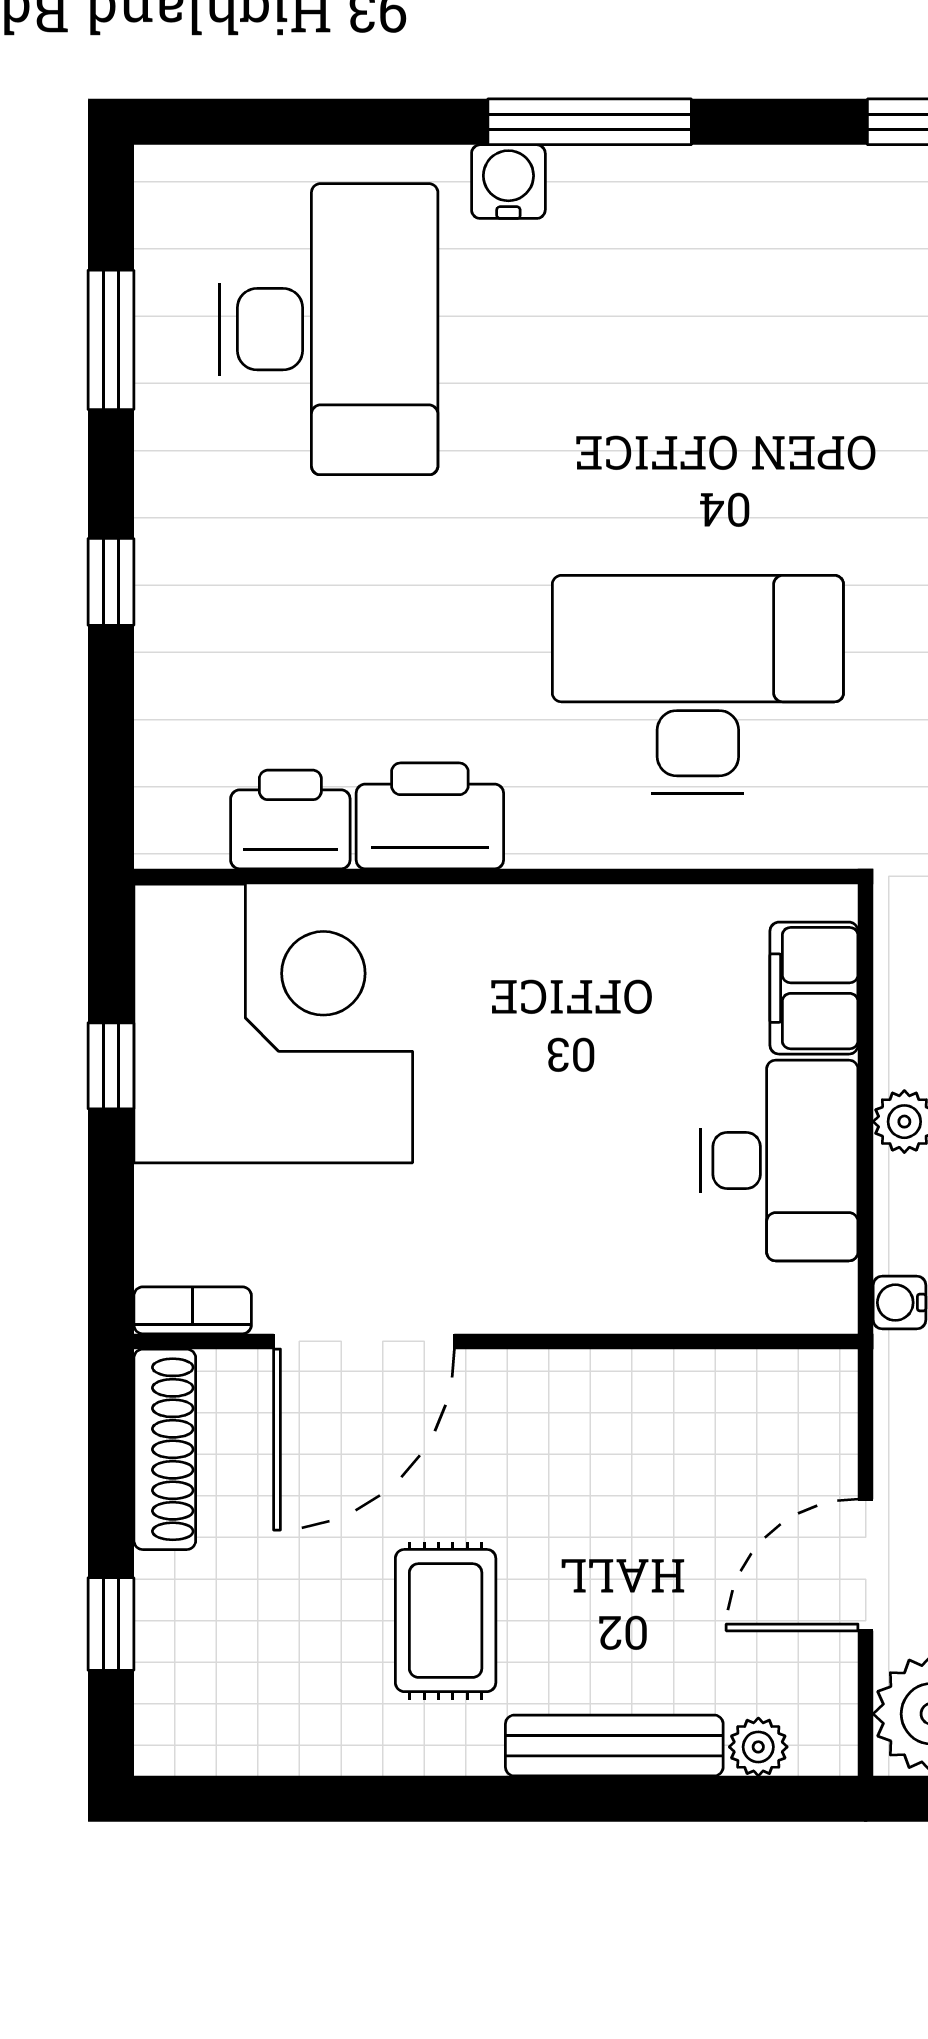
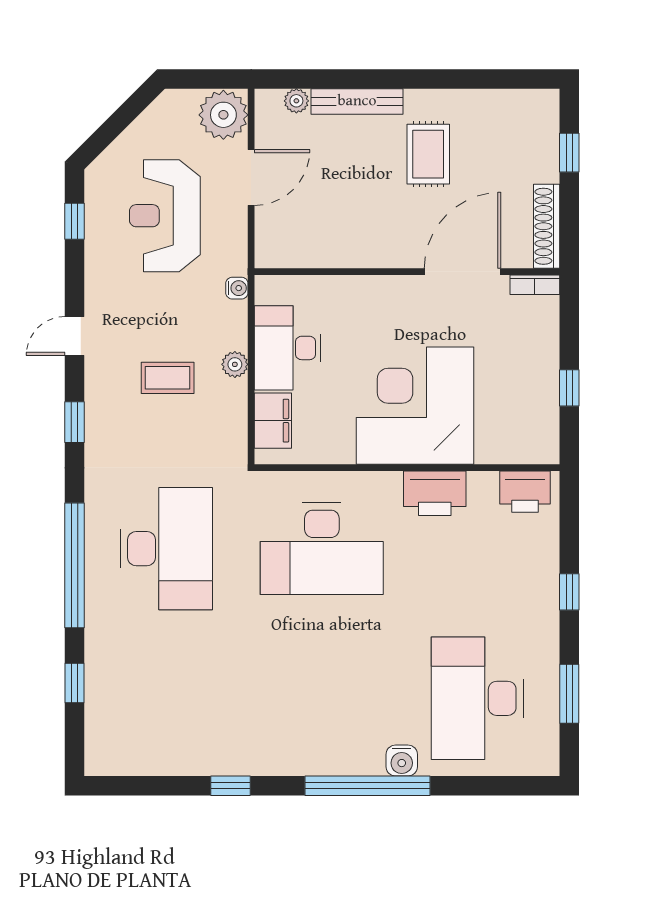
window: (590, 122) -> (368, 786), width x1.46
printer: (290, 819) -> (525, 492), moved
corner desk: (273, 1023) -> (415, 406), moved, turned 90

